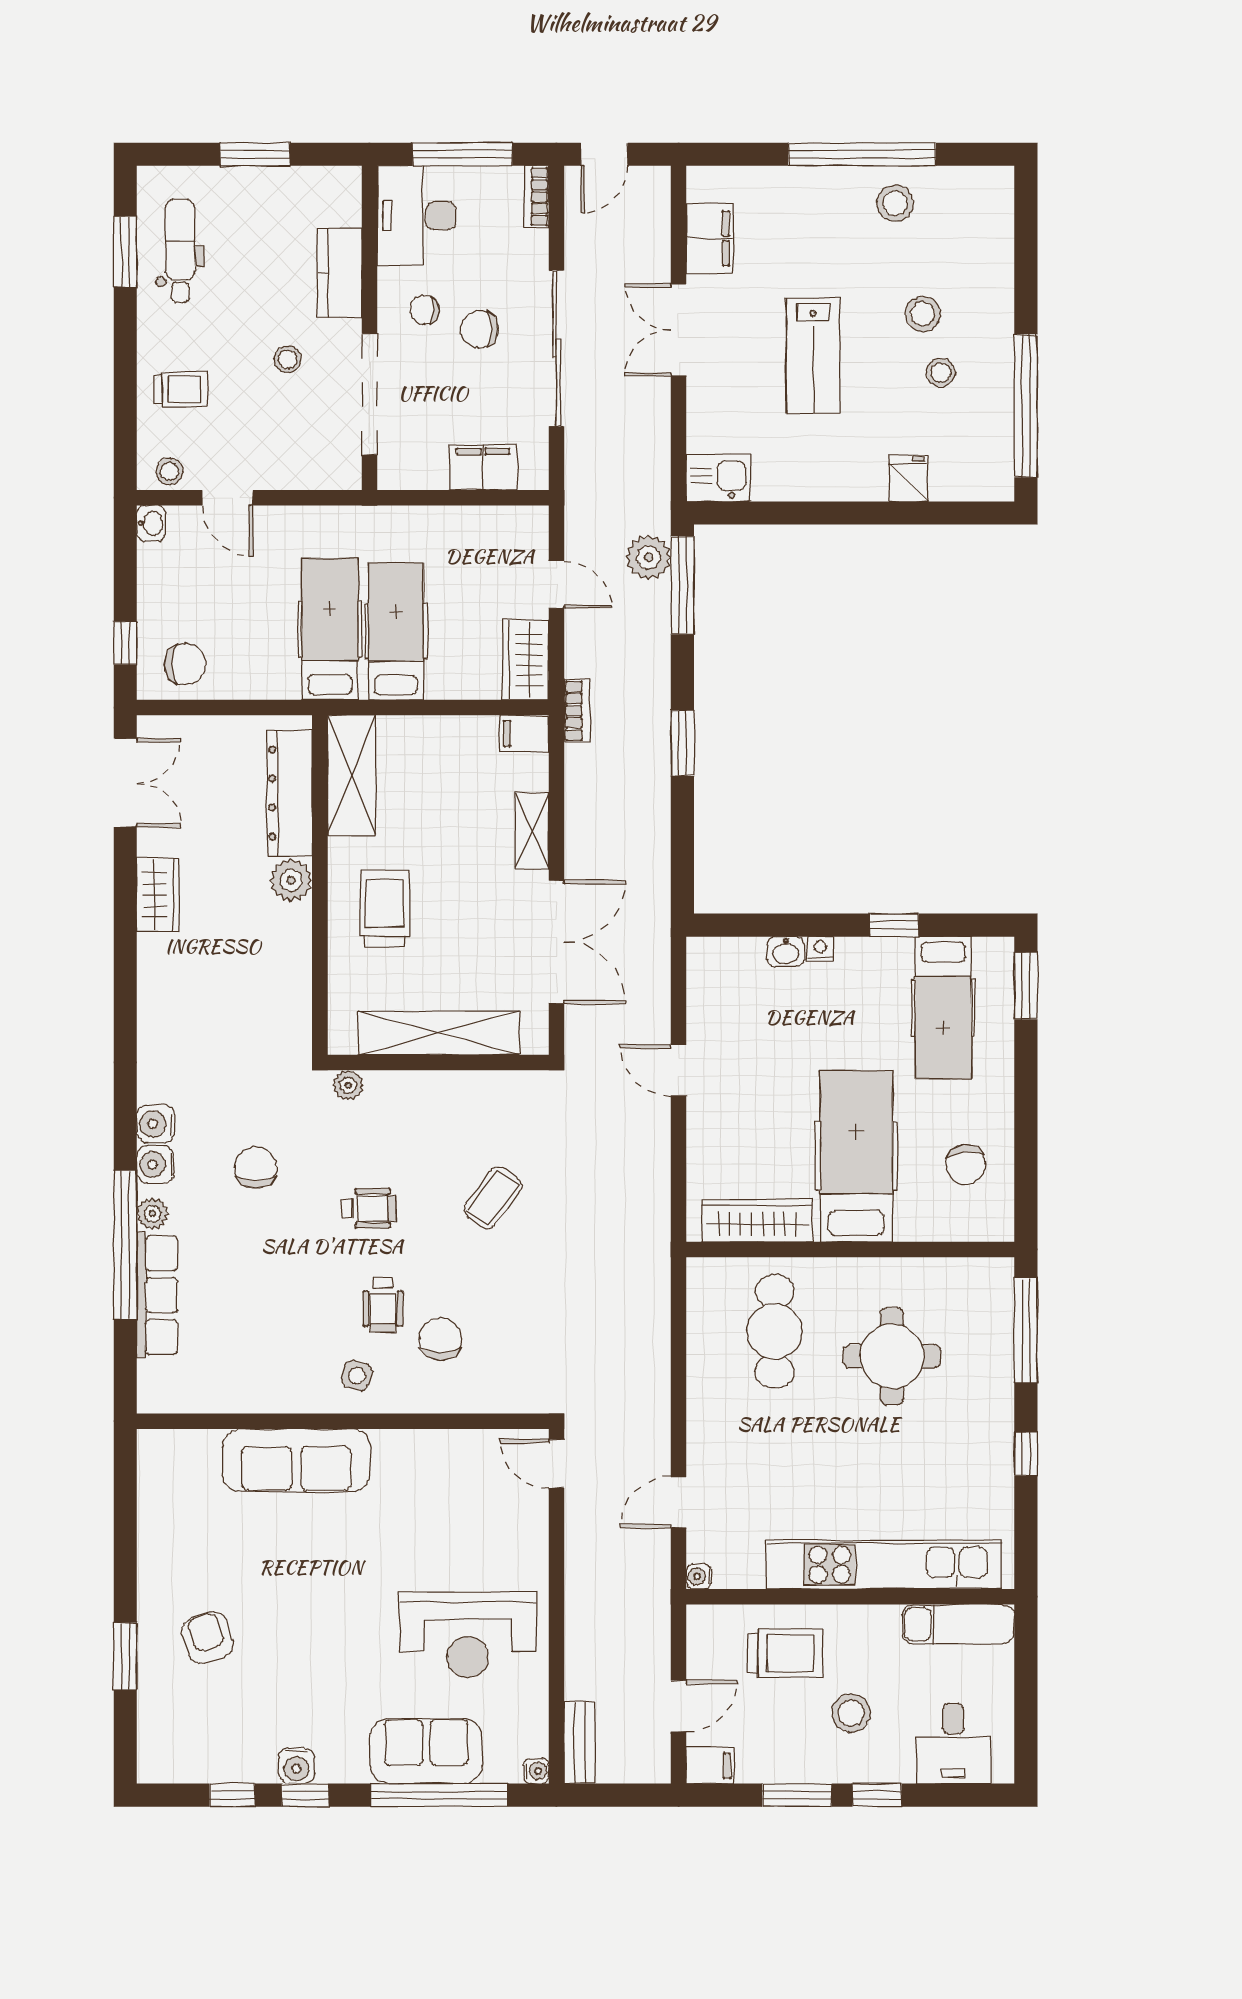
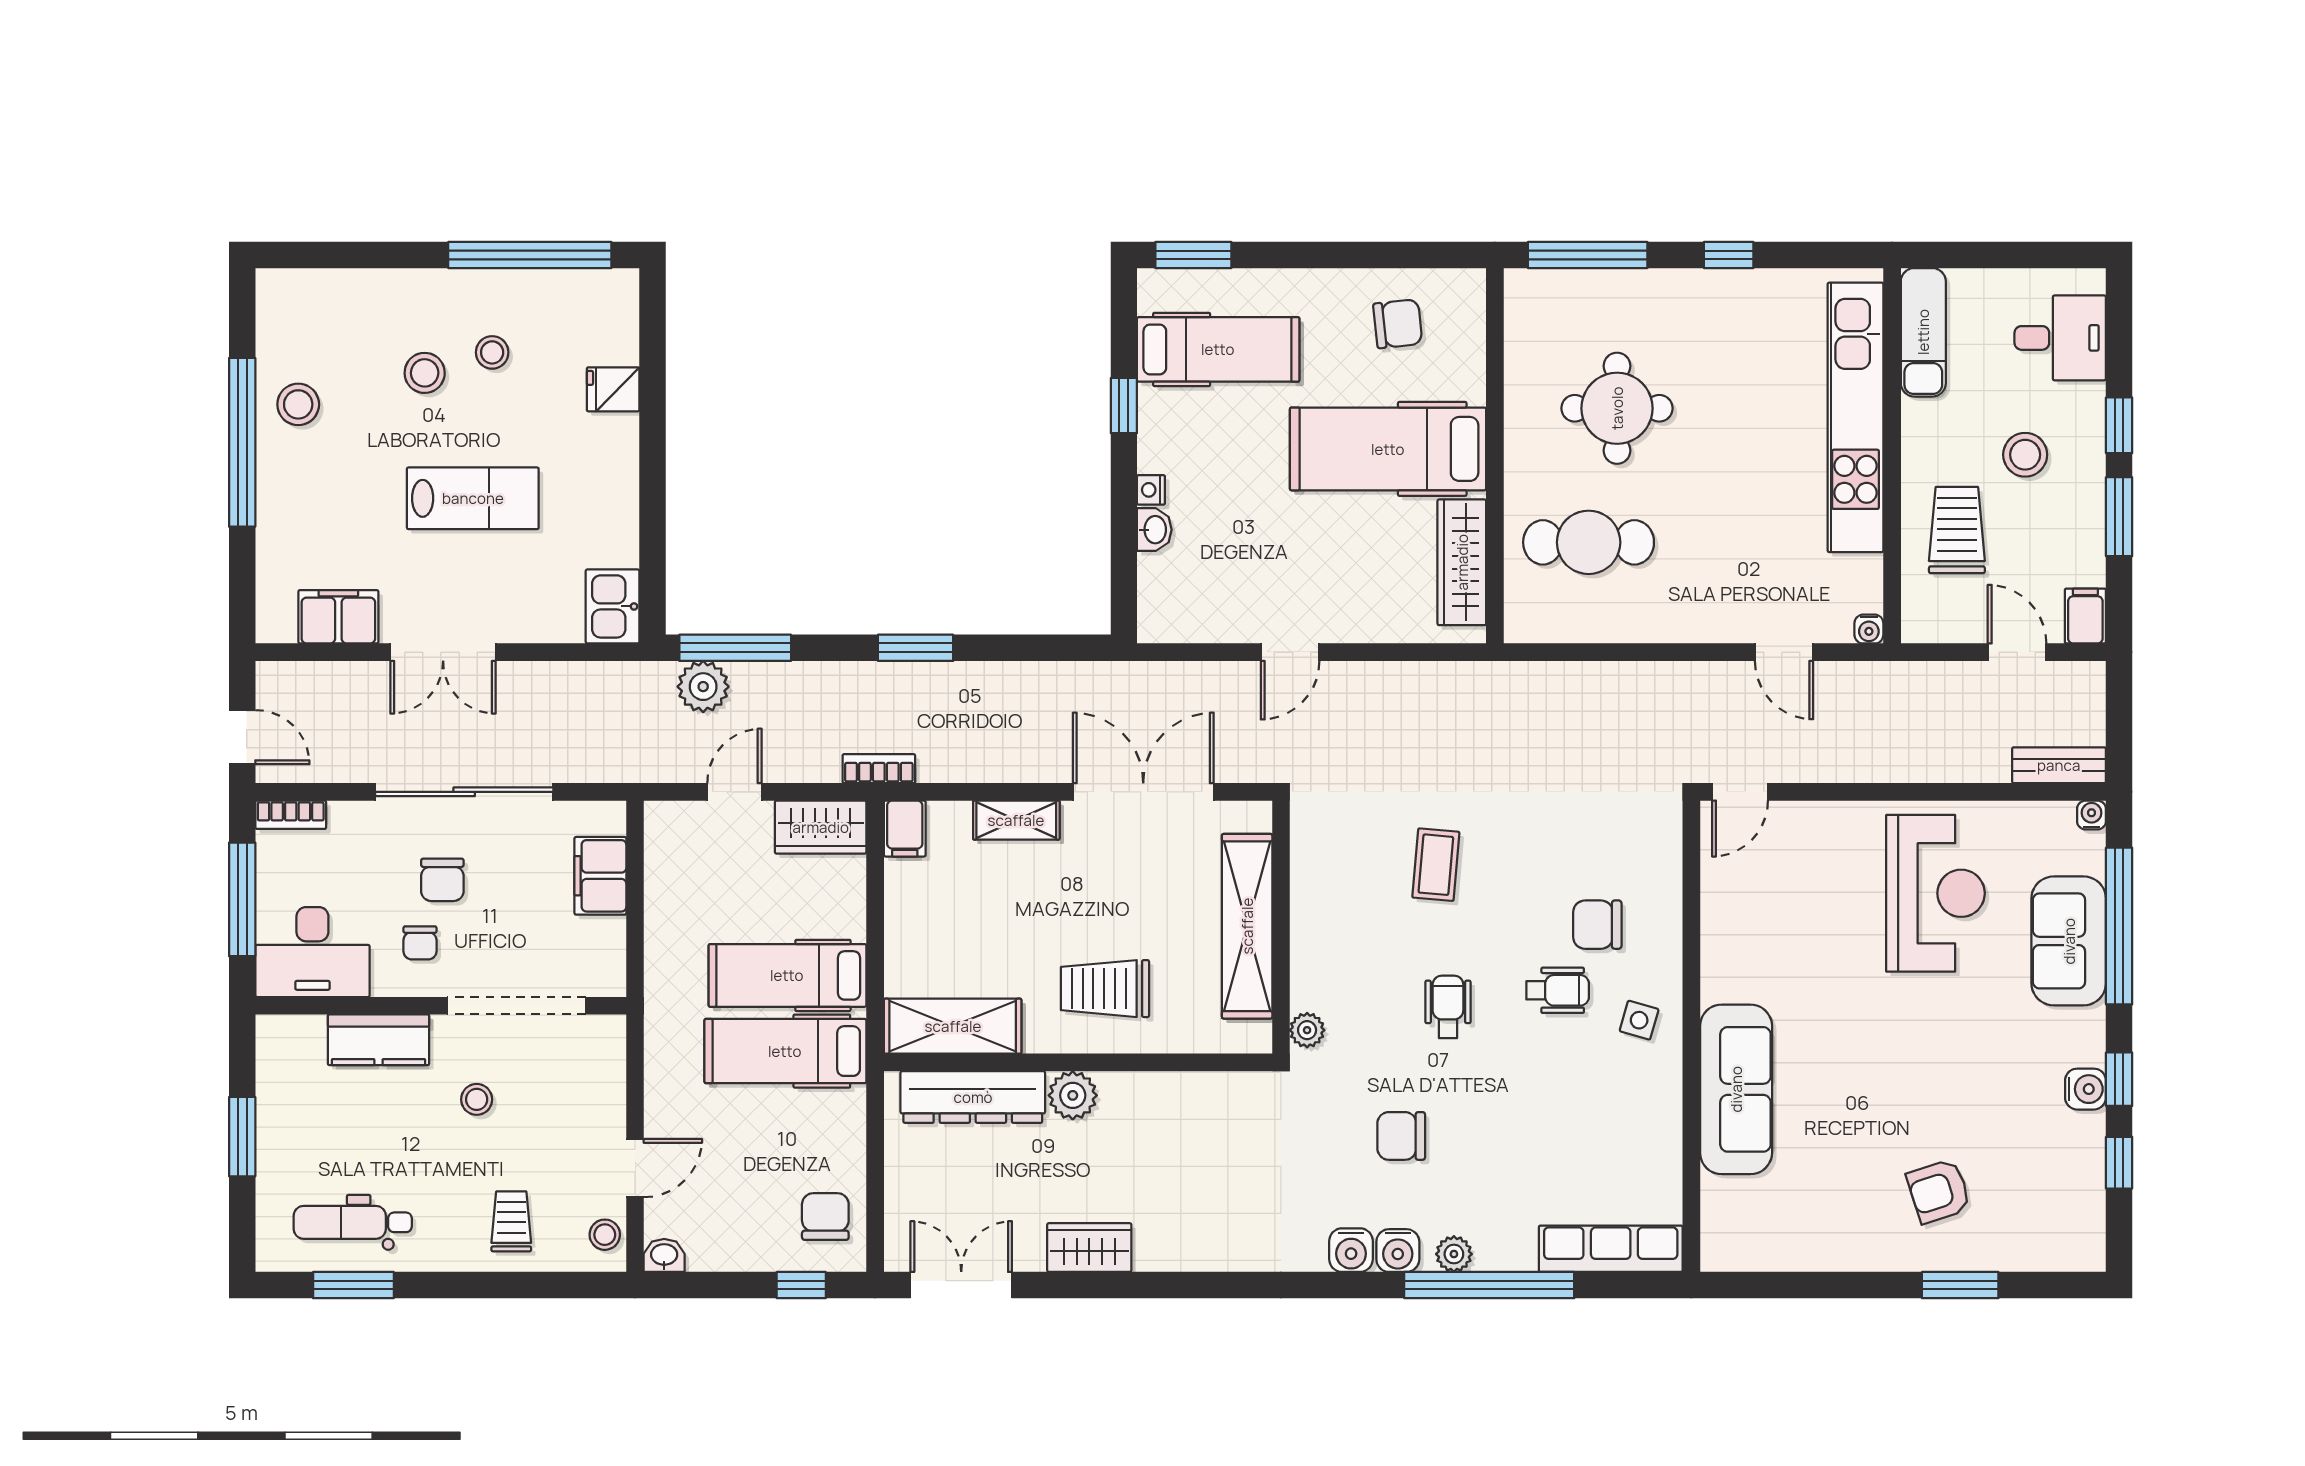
coffee table: (493, 1198) -> (1436, 865), turned 58
row of seats: (157, 1295) -> (1611, 1249), moved

